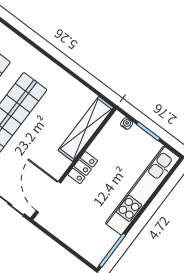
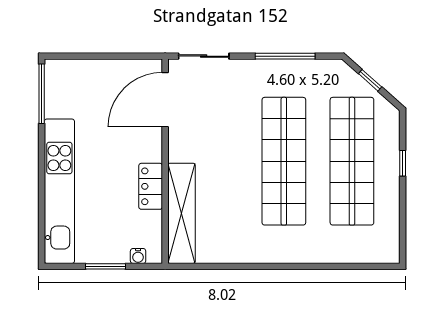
locker: (83, 168) -> (151, 186), moved
door: (48, 197) -> (165, 100), swing flipped

